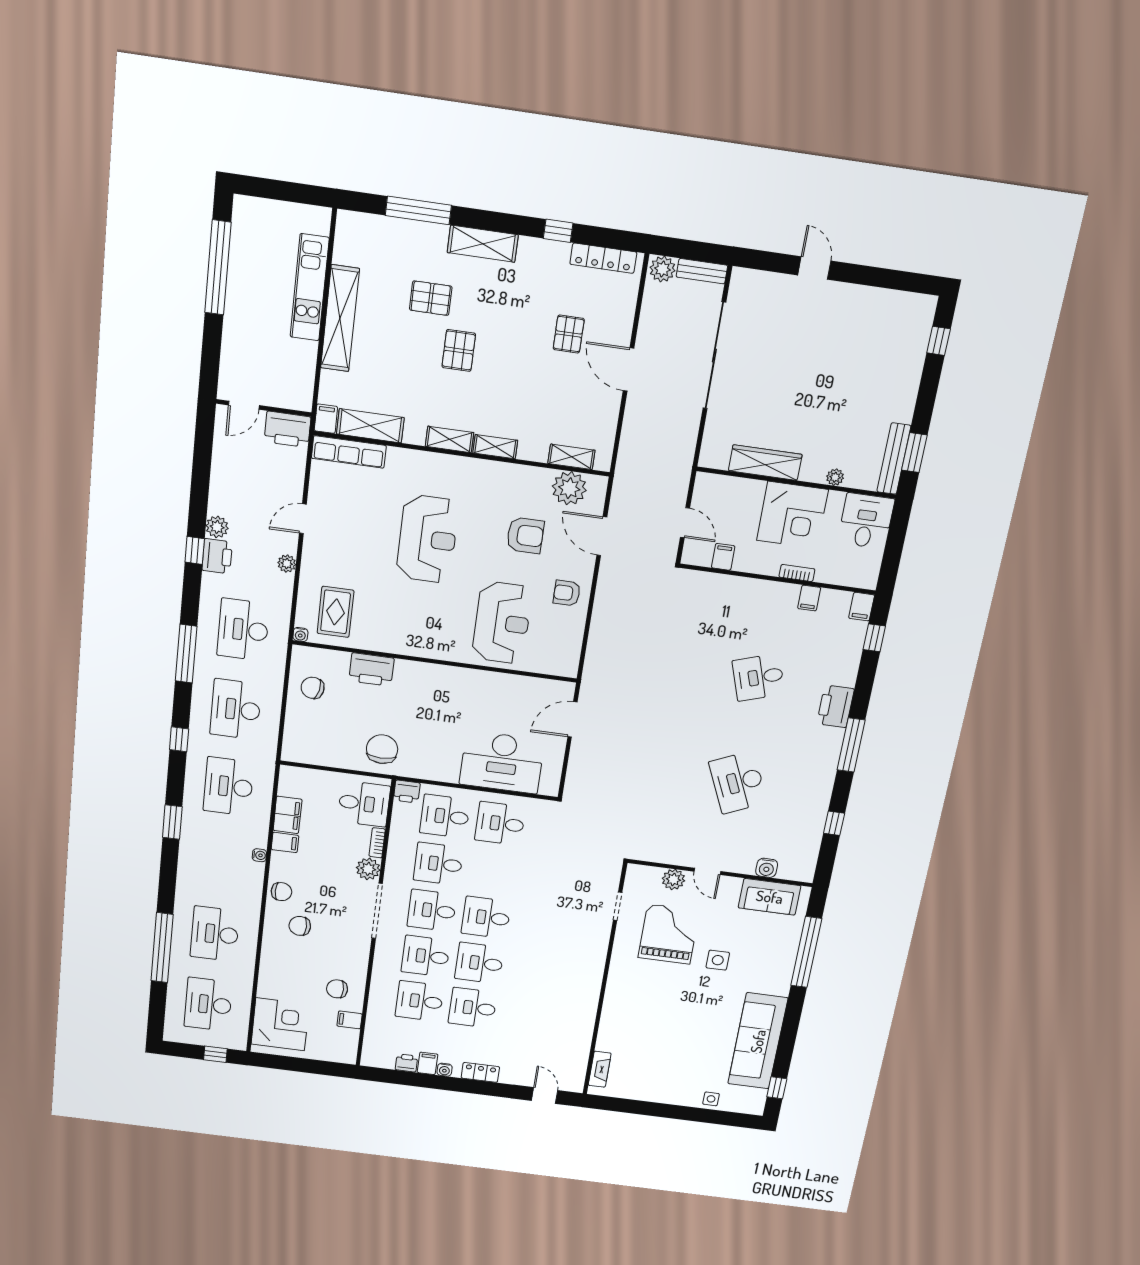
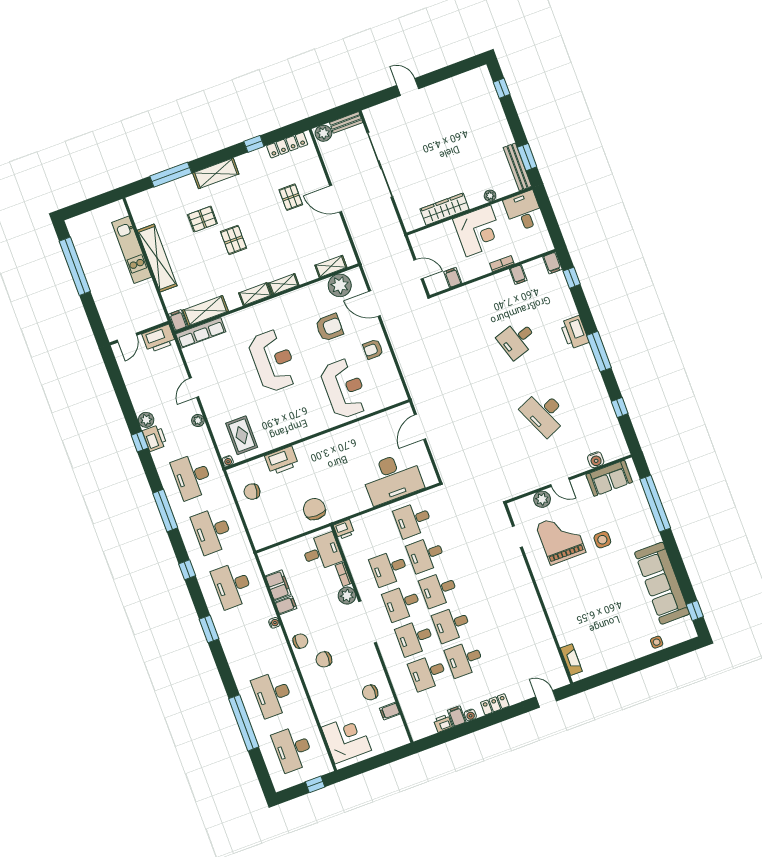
desk: (445, 816) -> (426, 555), moved

